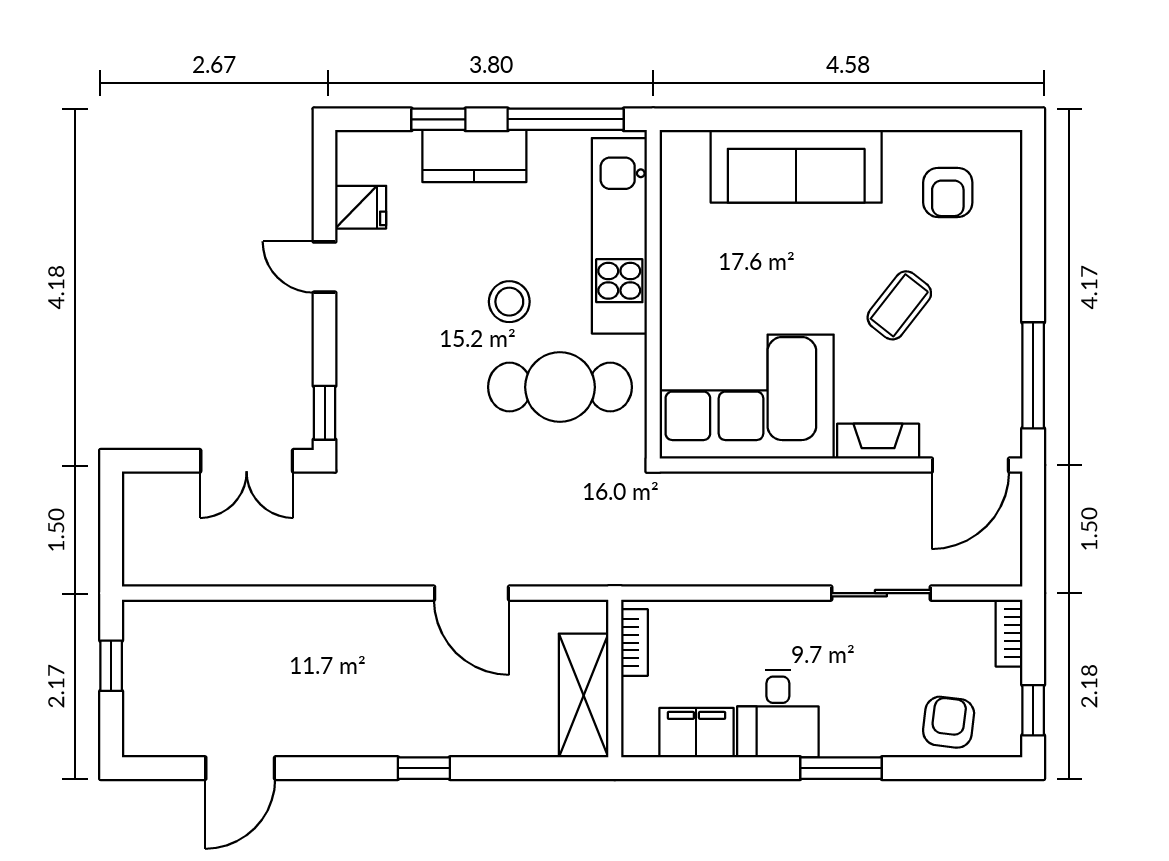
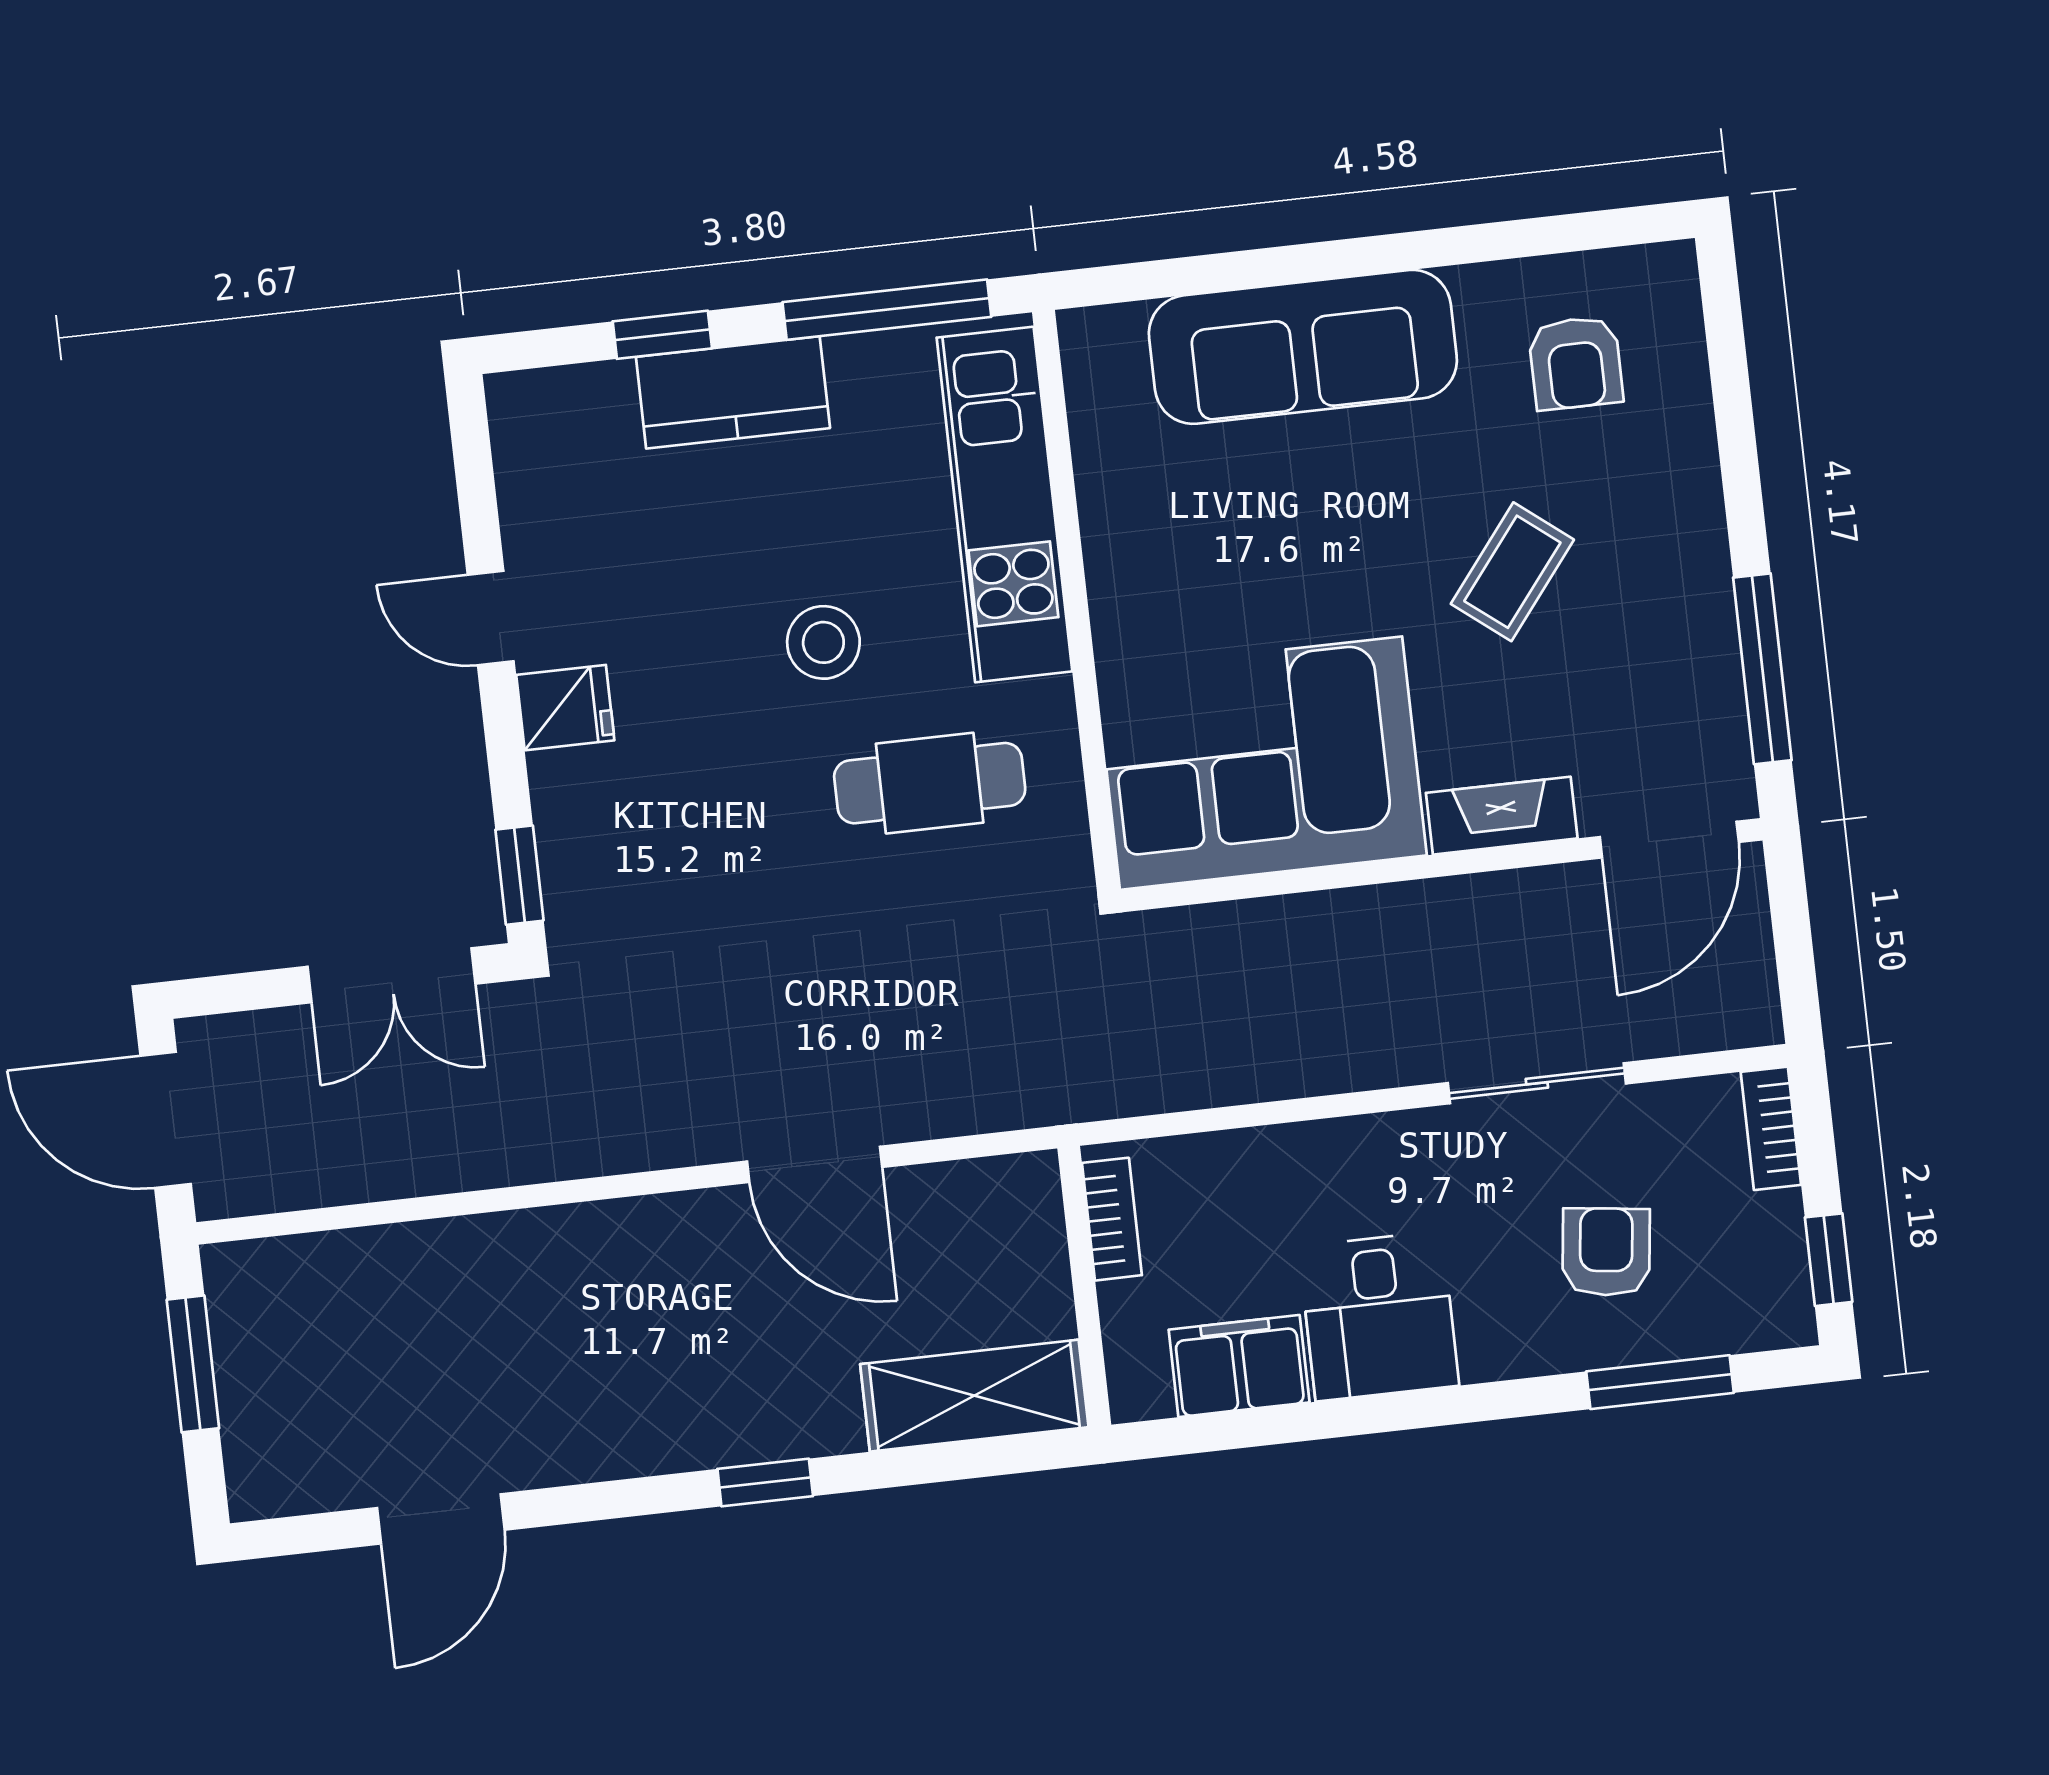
fridge: (361, 207) -> (565, 708), moved
cafe table: (560, 387) -> (930, 783), width x0.73, depth x0.74
door: (111, 528) -> (166, 1120), added
window: (111, 666) -> (193, 1364), width x1.50
shelving: (584, 696) -> (974, 1396), moved, turned 90
armchair: (949, 722) -> (1606, 1252), moved
window: (841, 768) -> (1660, 1382), moved

